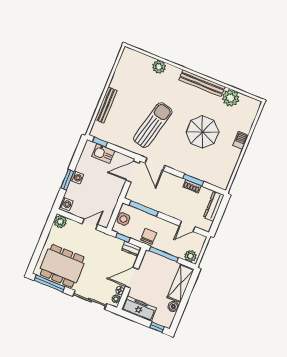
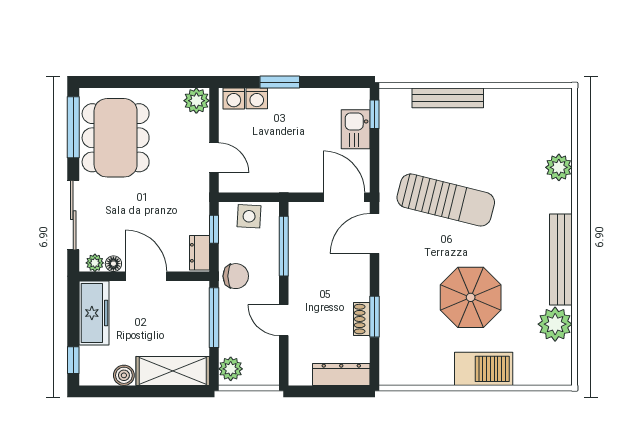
barbecue: (241, 140) -> (484, 369), width x1.88, depth x1.53
washing machine: (77, 177) -> (257, 98), moved
door: (187, 226) -> (284, 320), moved

